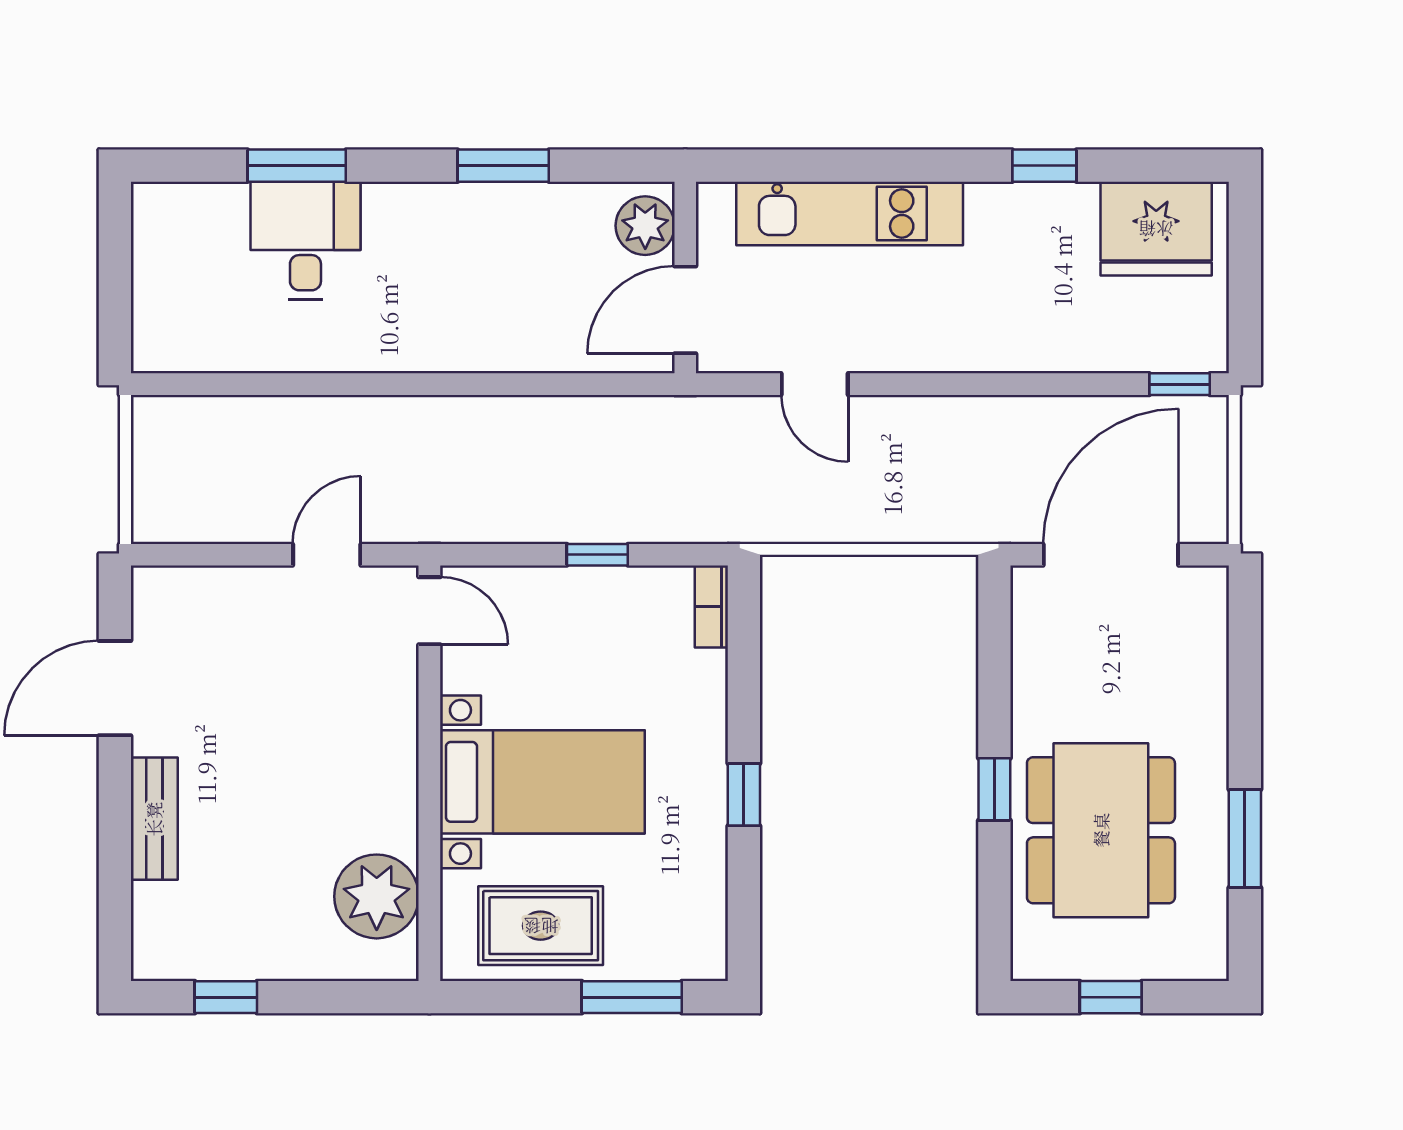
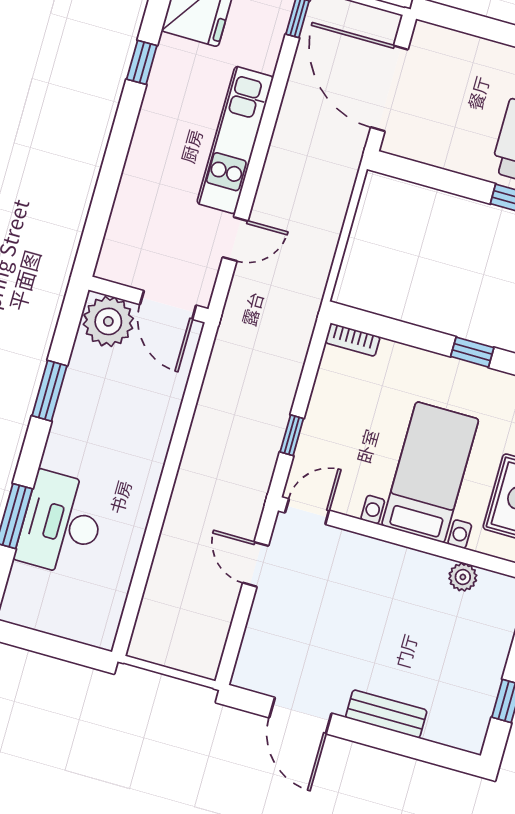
kitchen unit: (850, 214) -> (235, 140), moved, turned 180
plant: (645, 226) -> (108, 321), width x1.36, depth x1.36
desk: (305, 241) -> (61, 524), width x1.37
window: (597, 555) -> (292, 435), moved
plant: (377, 896) -> (463, 577), width x0.53, depth x0.53

